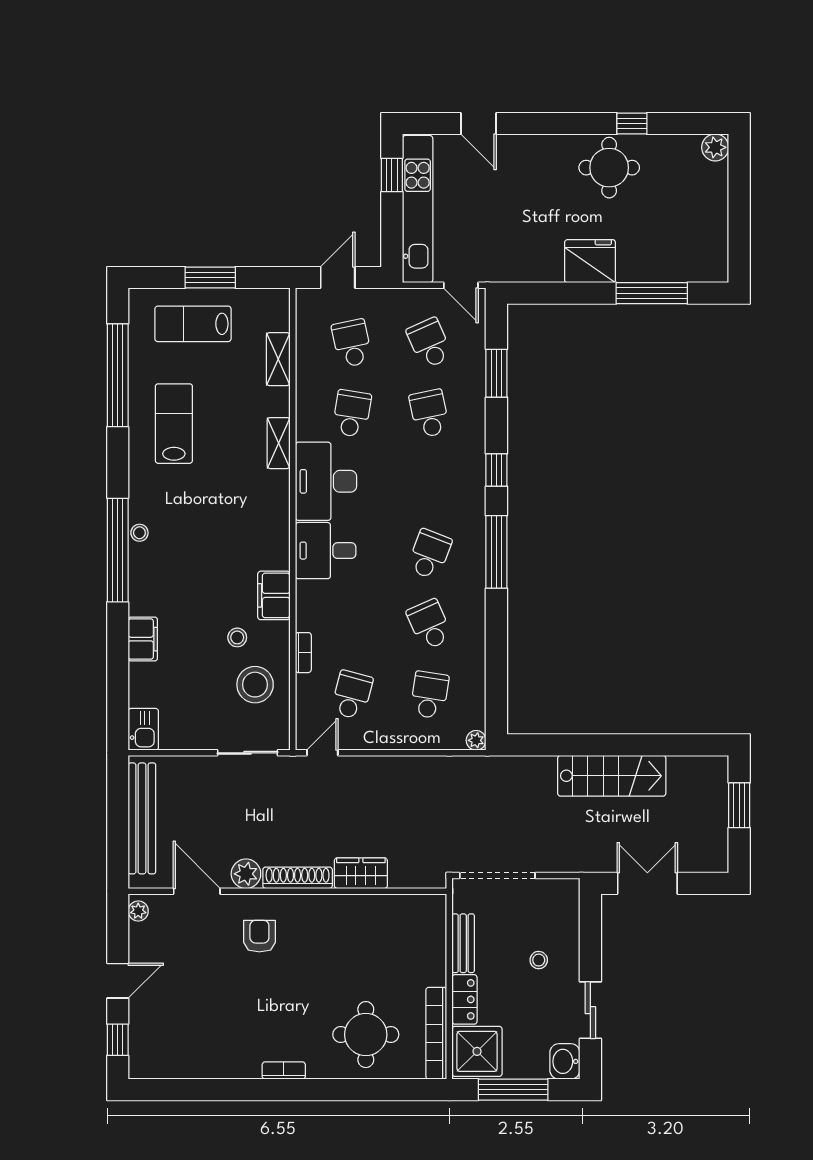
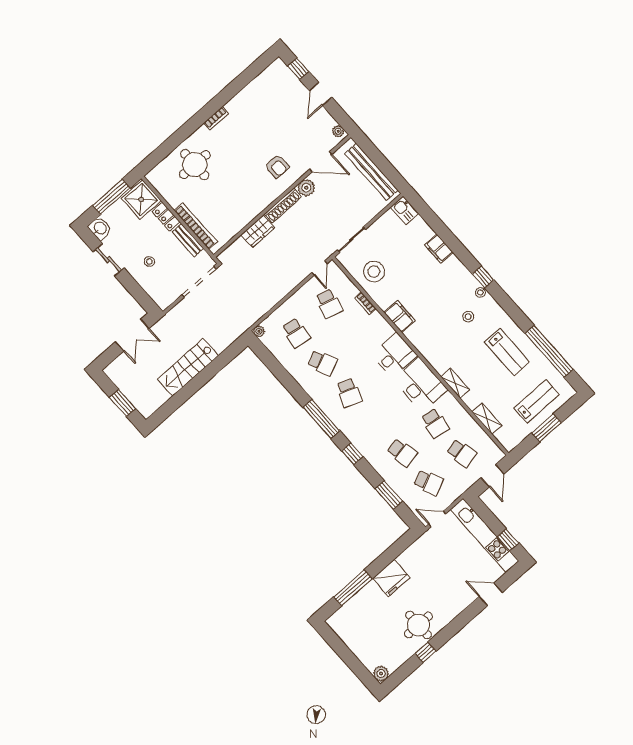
window: (118, 550) -> (483, 277), width x0.32
stool: (237, 637) -> (468, 317), moved
bookcase: (436, 1033) -> (196, 226), moved

